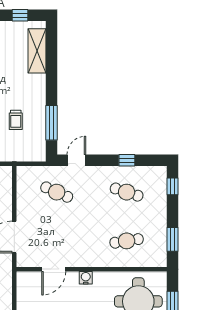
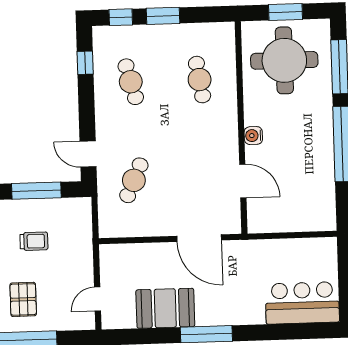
window: (127, 160) -> (85, 63), moved
cafe table: (127, 192) -> (131, 82), turned -33
window: (173, 239) -> (163, 16), moved

